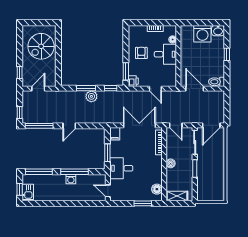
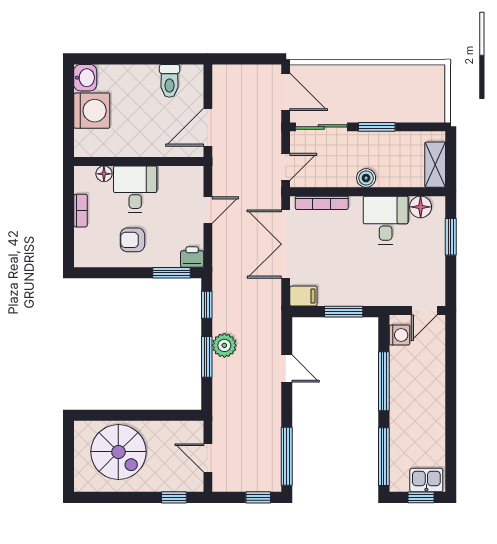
window: (227, 54) -> (136, 59), removed
toilet: (217, 82) -> (169, 81), moved
door: (69, 126) -> (287, 368), moved
desk: (121, 168) -> (386, 220), moved, turned 180
washing machine: (71, 179) -> (399, 335), moved

